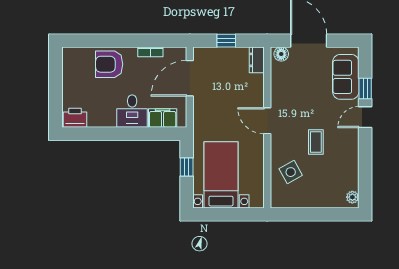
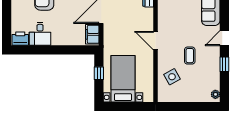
window: (365, 89) -> (224, 64), moved
desk: (132, 111) -> (40, 34), moved
filing cabinet: (163, 118) -> (92, 34), moved, turned -90

